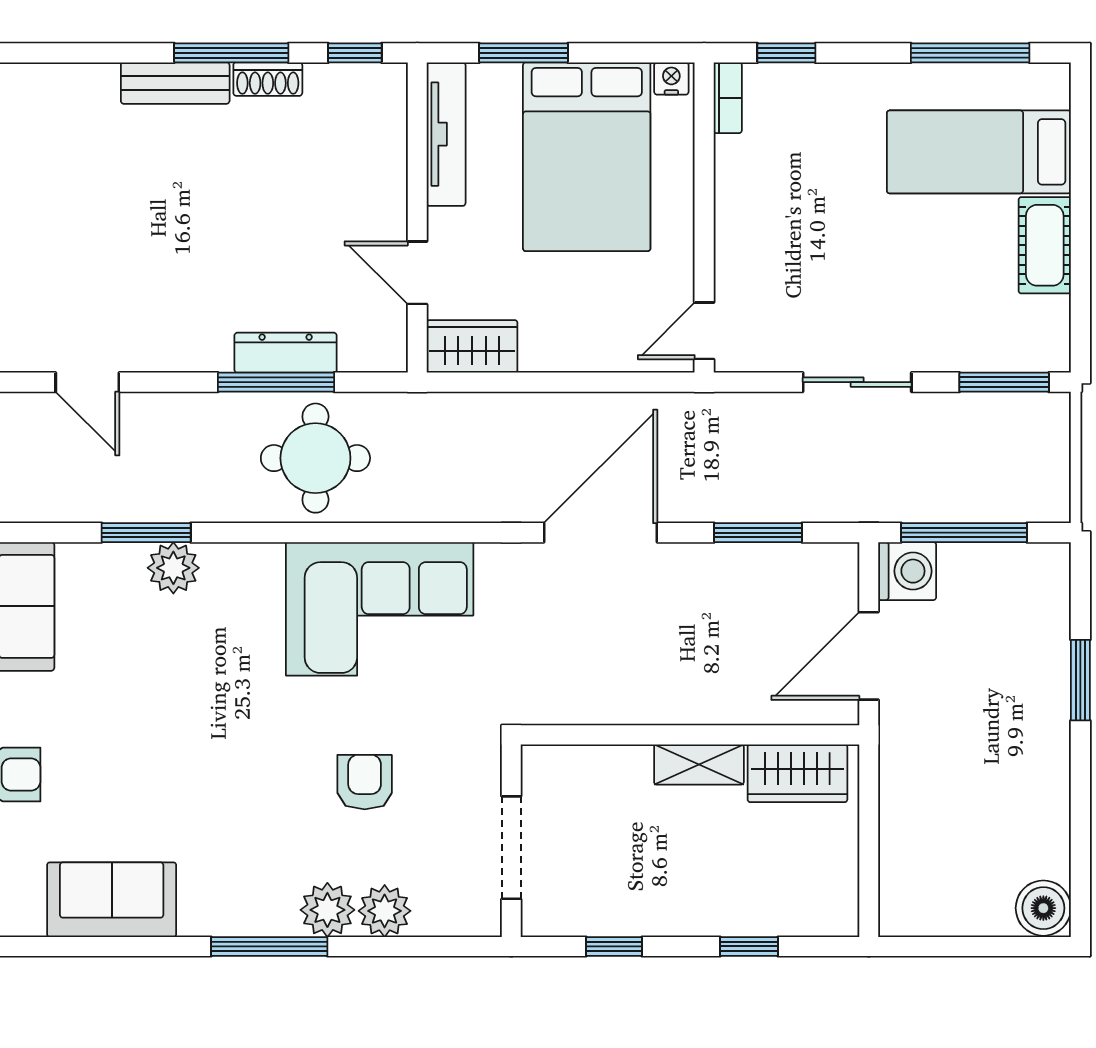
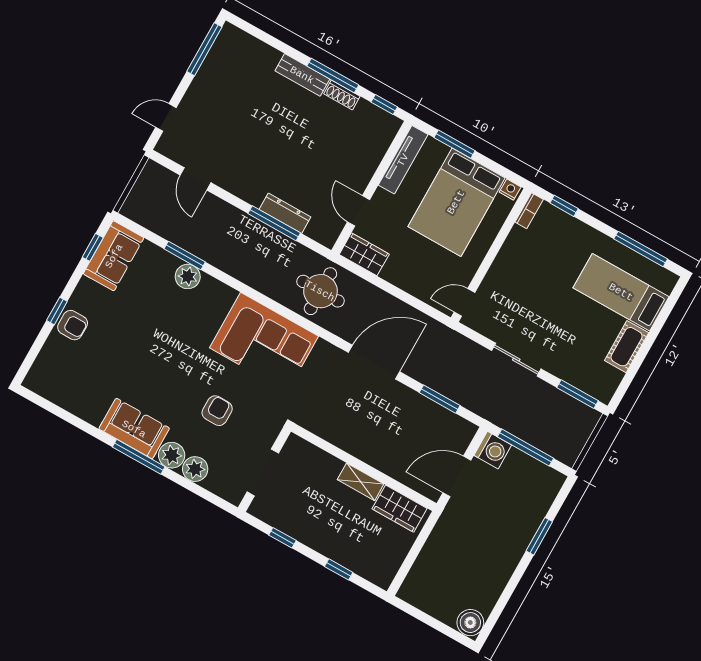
round table: (315, 458) -> (320, 291), moved
sofa: (112, 900) -> (134, 429), moved

